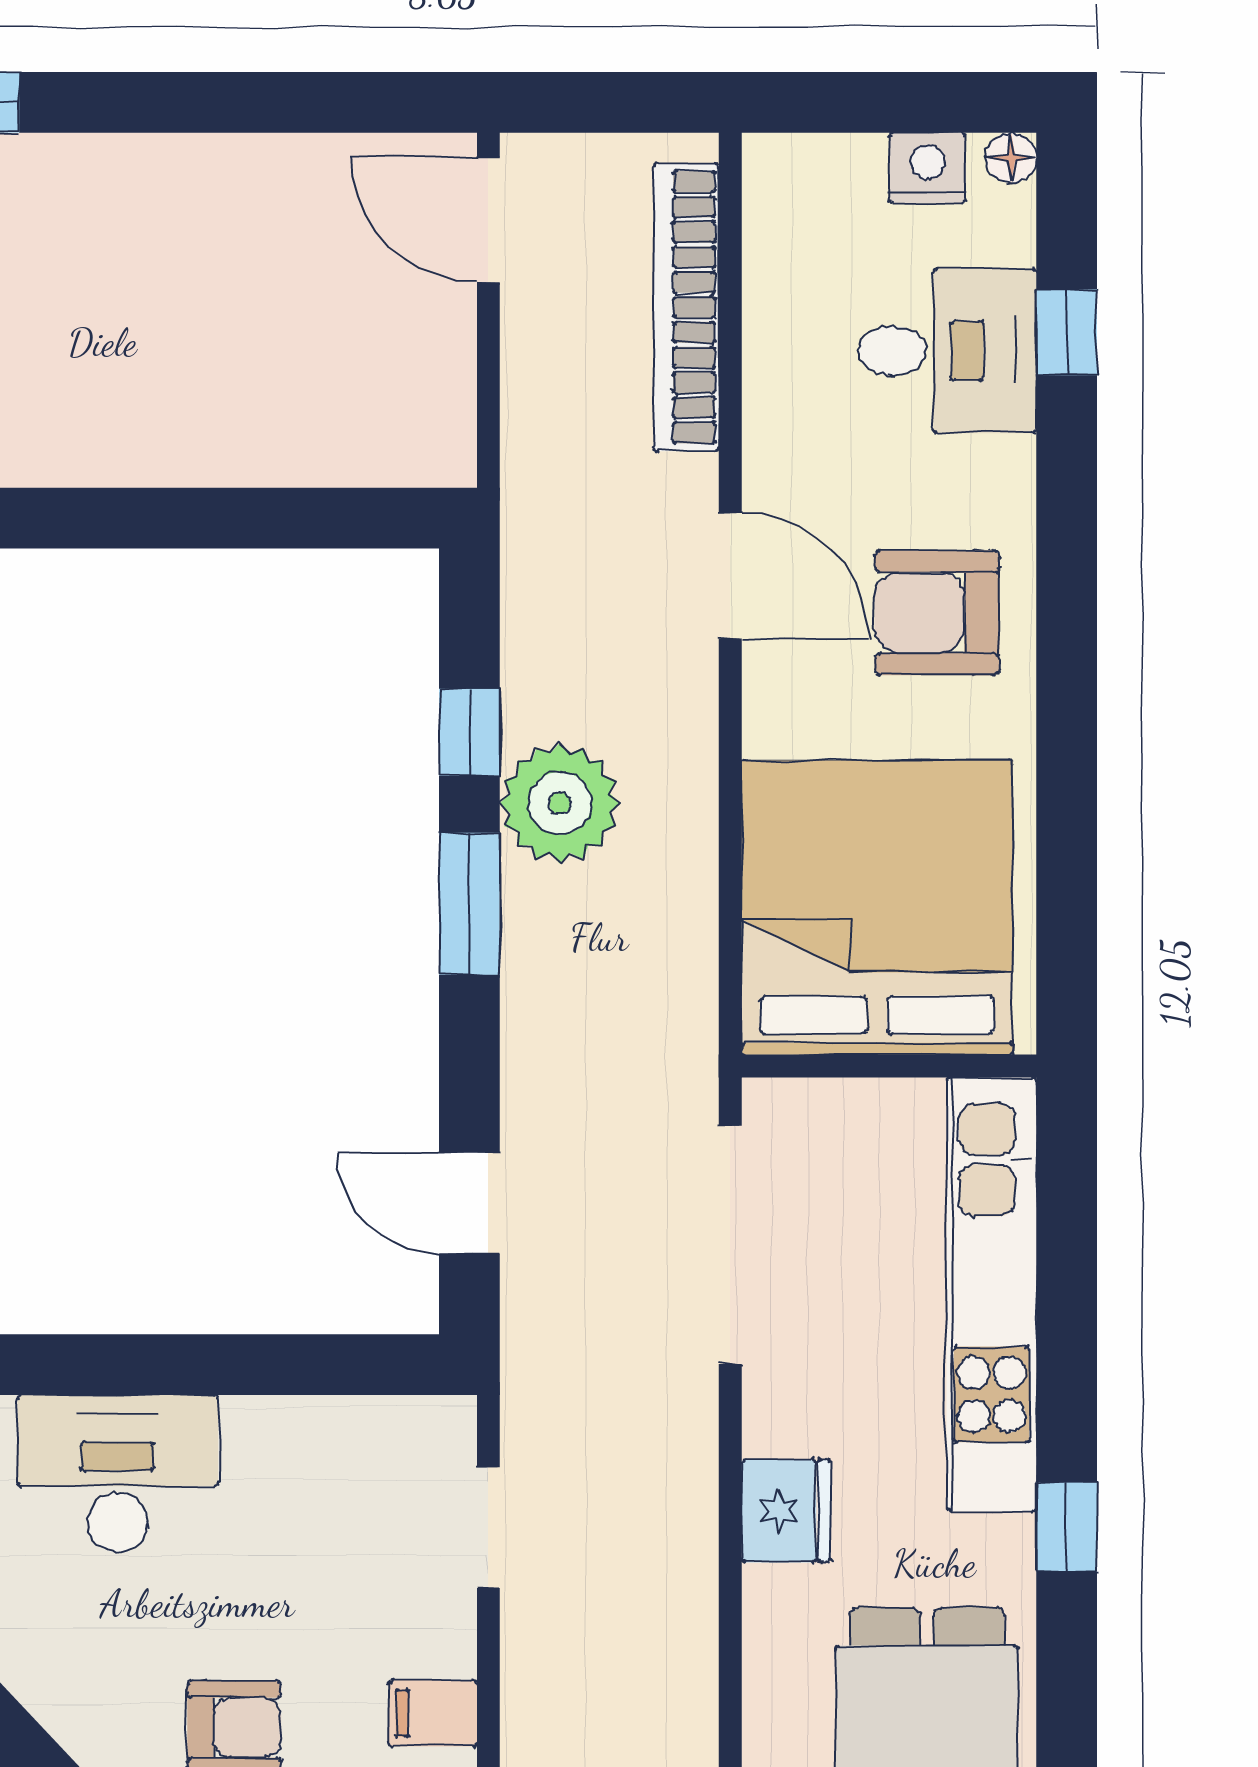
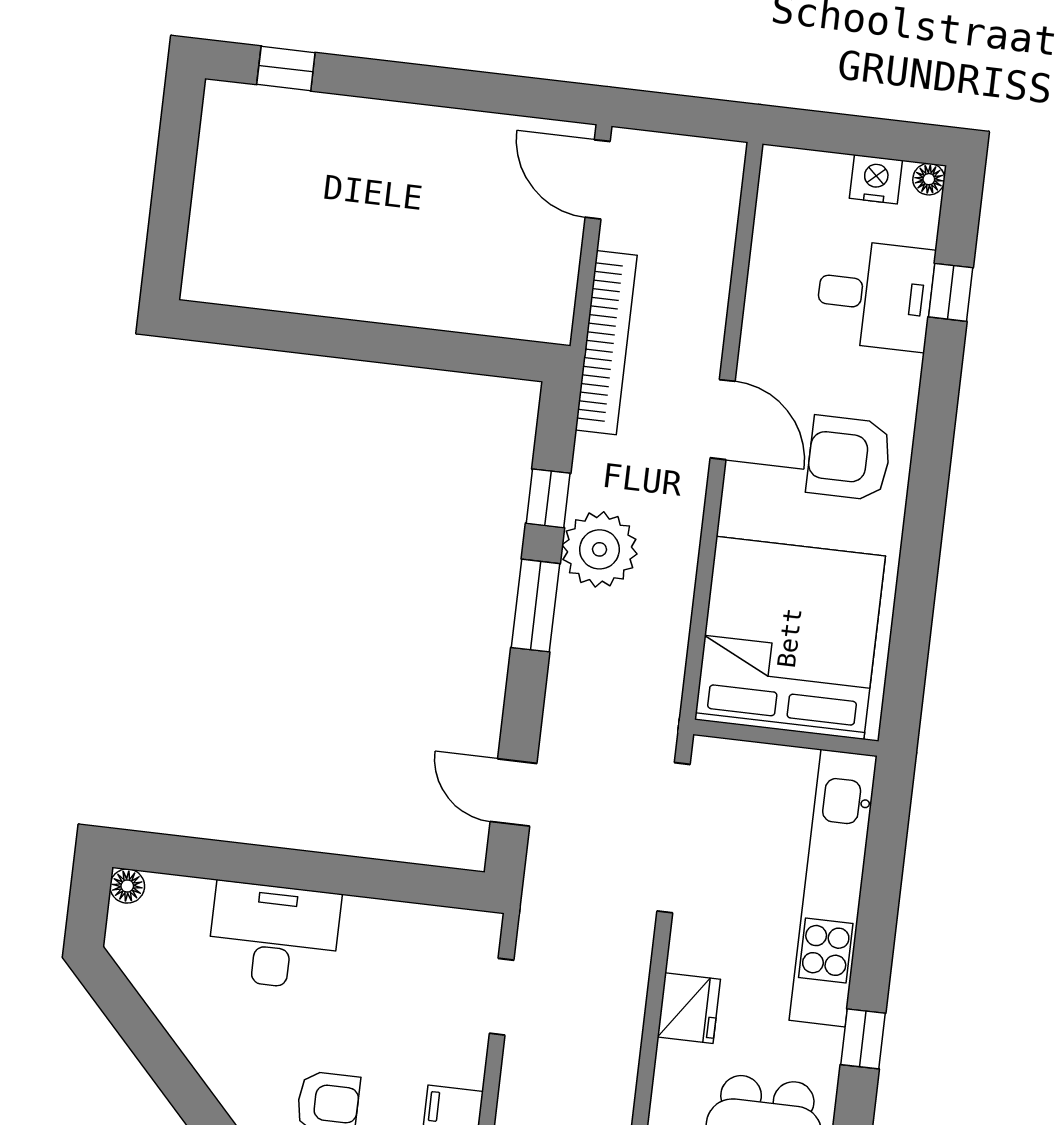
bookcase: (686, 307) -> (606, 343), moved, turned 180

